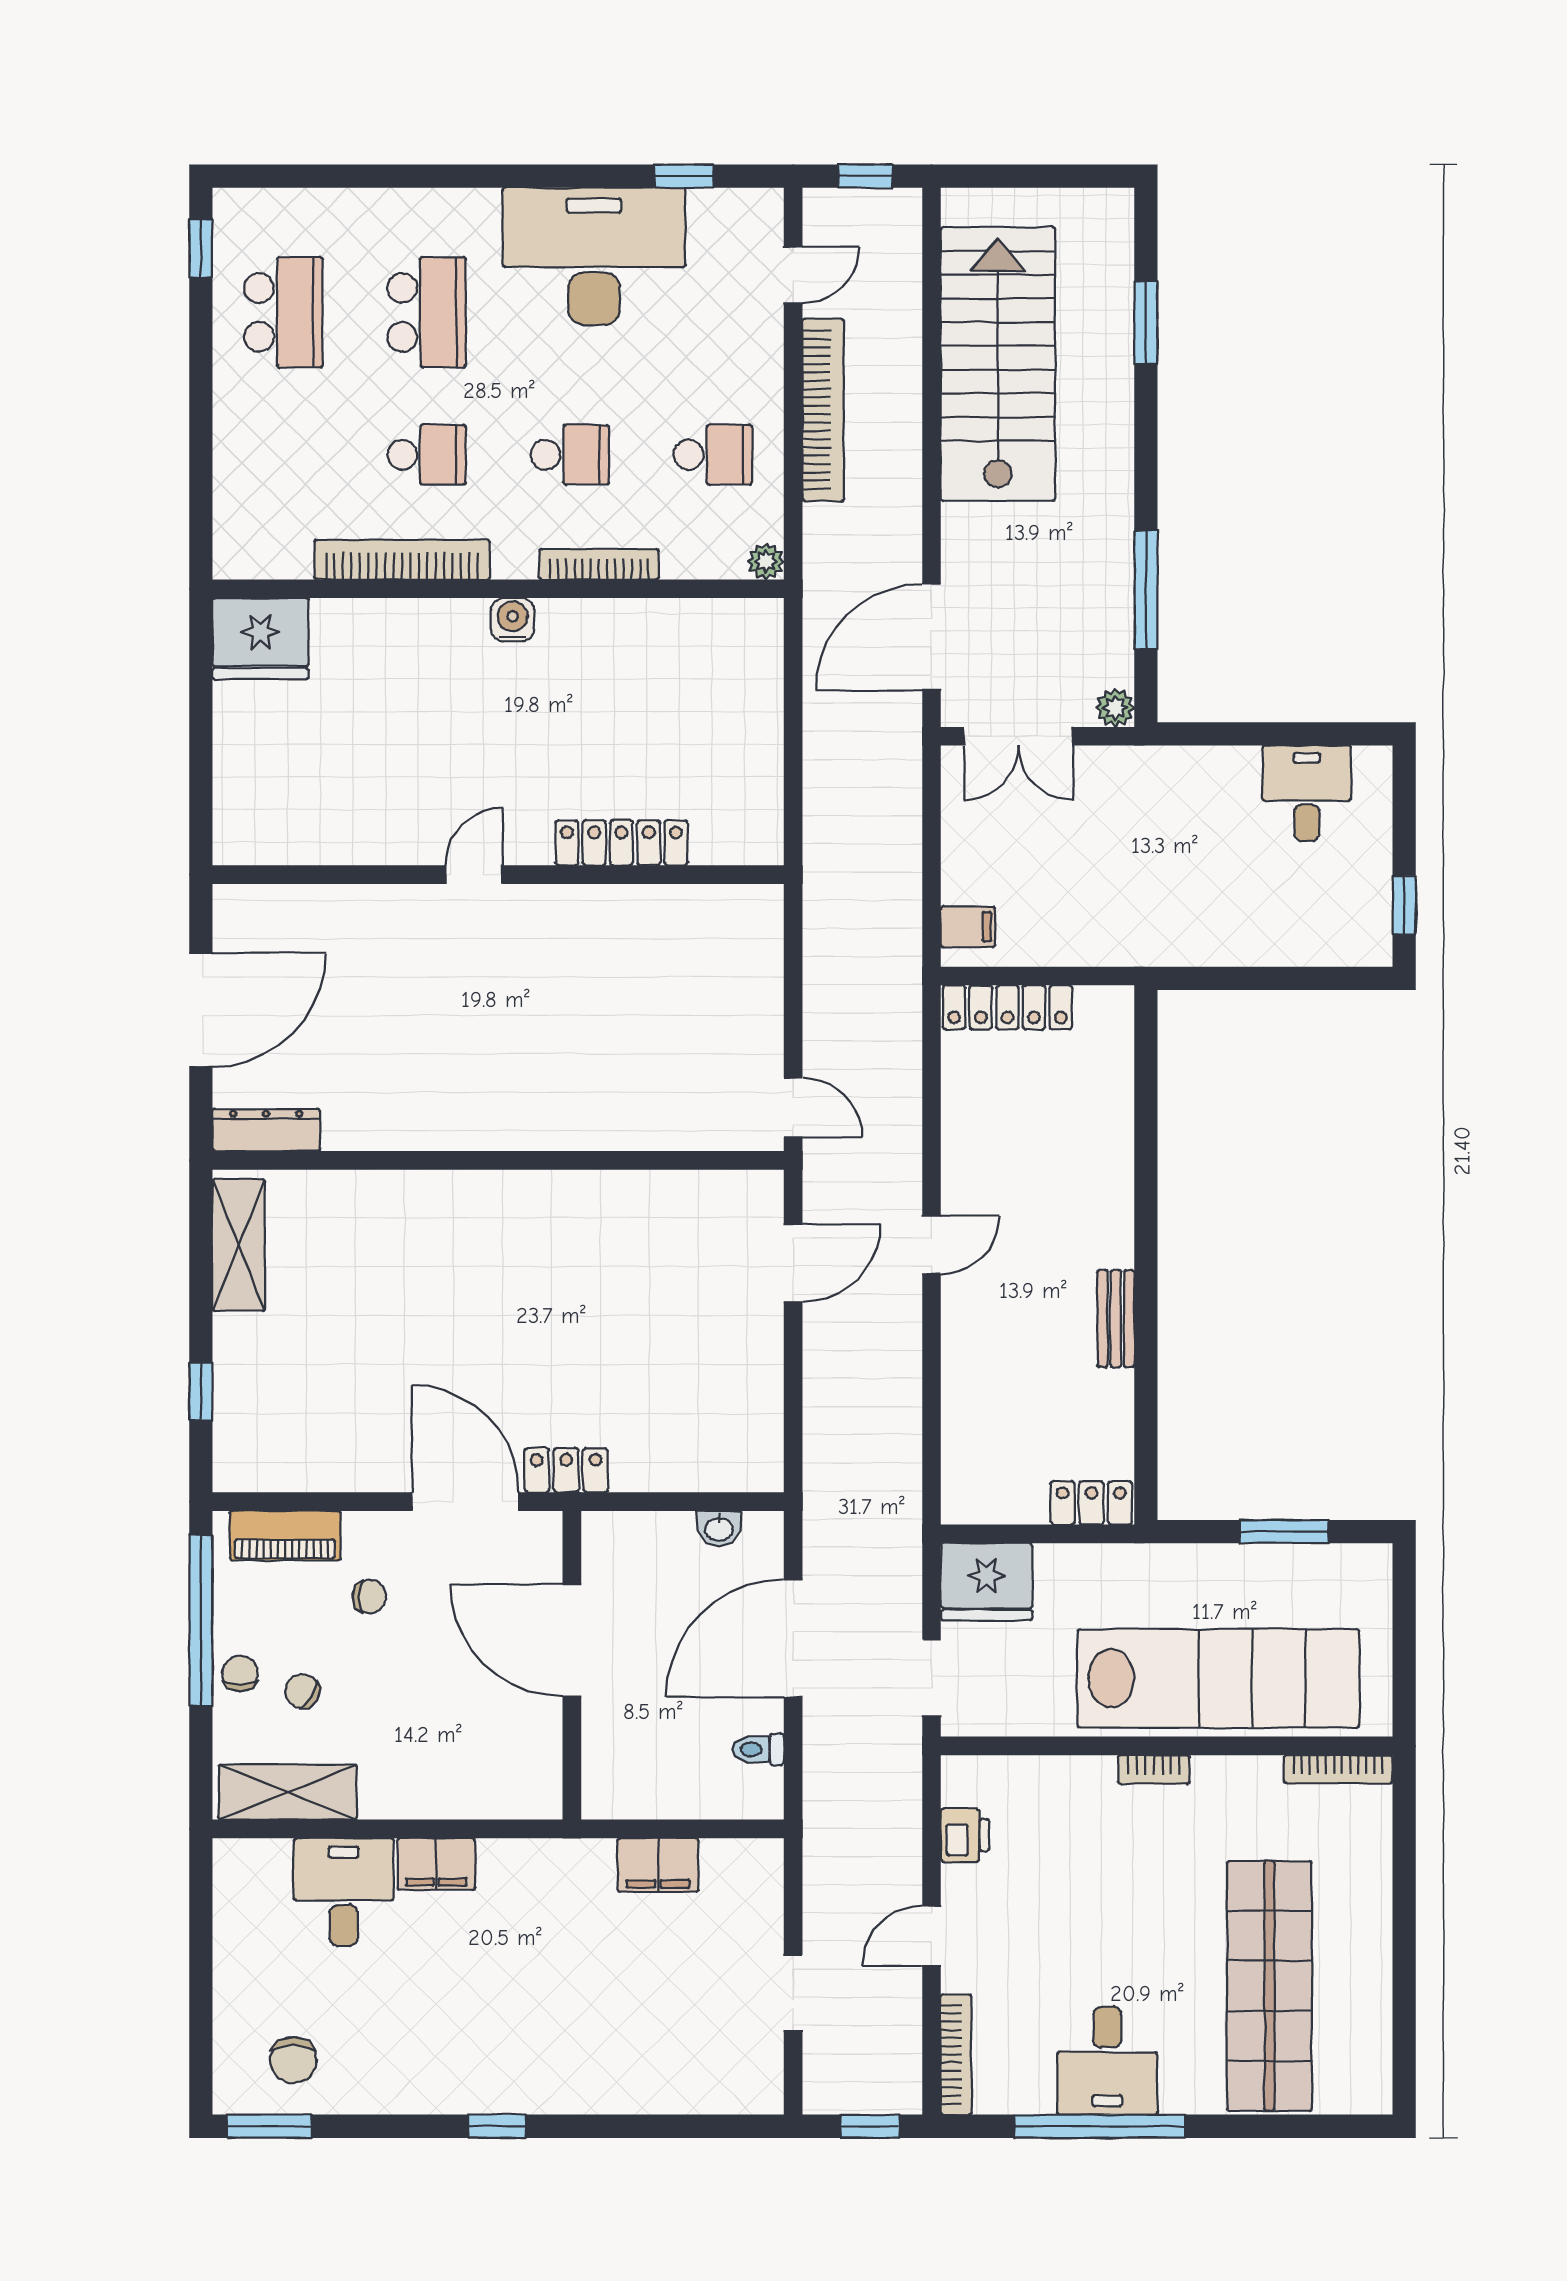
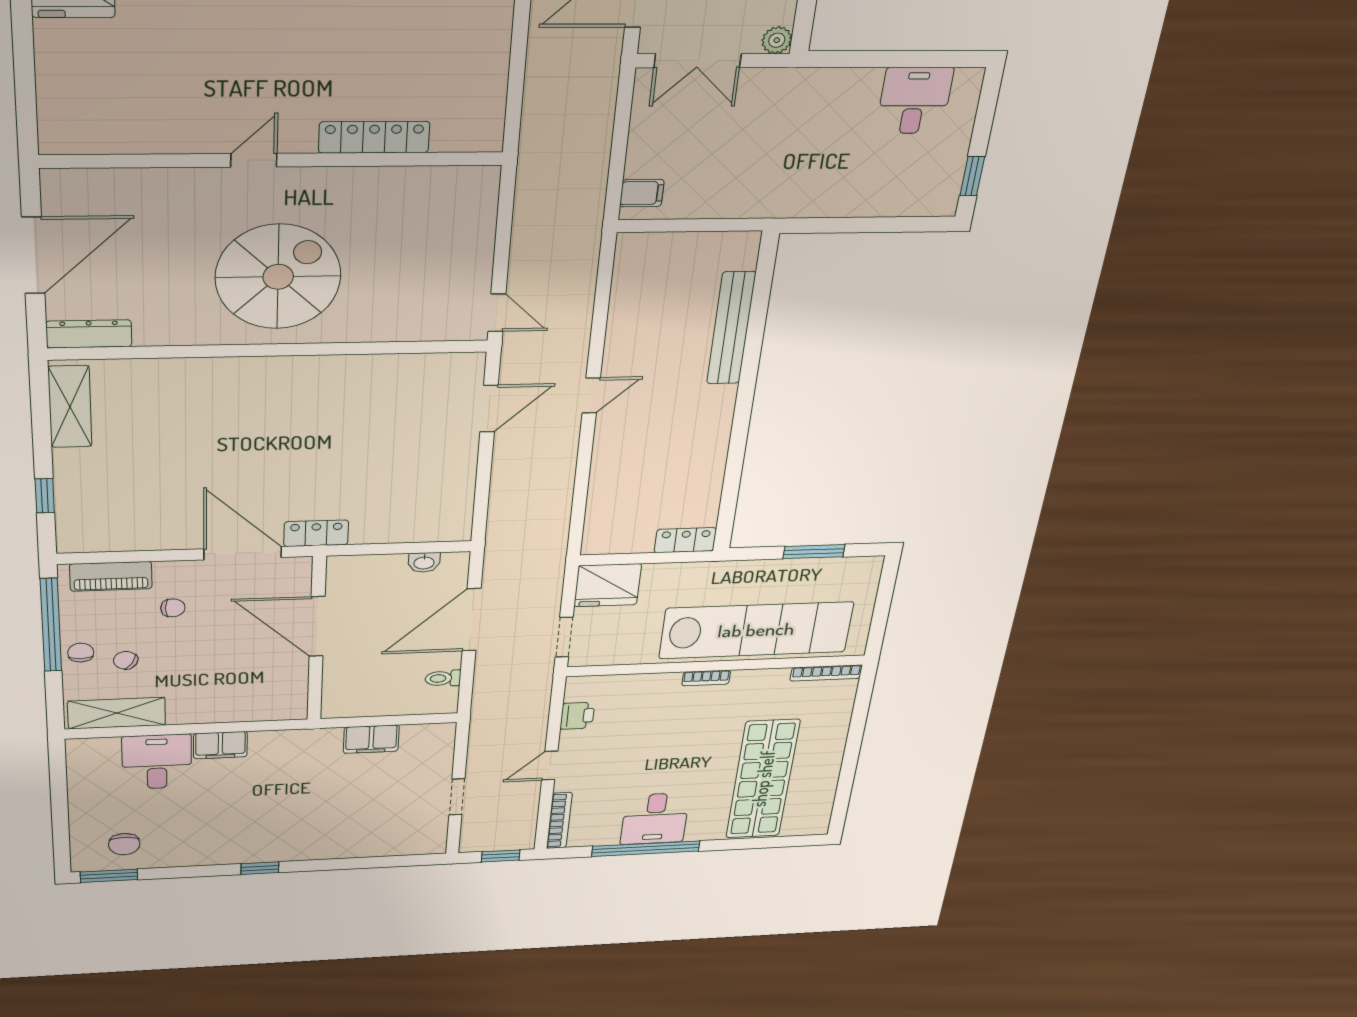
locker: (1007, 1007) -> (665, 246), removed
spiral stairs: (507, 1047) -> (278, 277), added
bench: (1116, 1319) -> (731, 328), moved, width x1.86, depth x1.21

